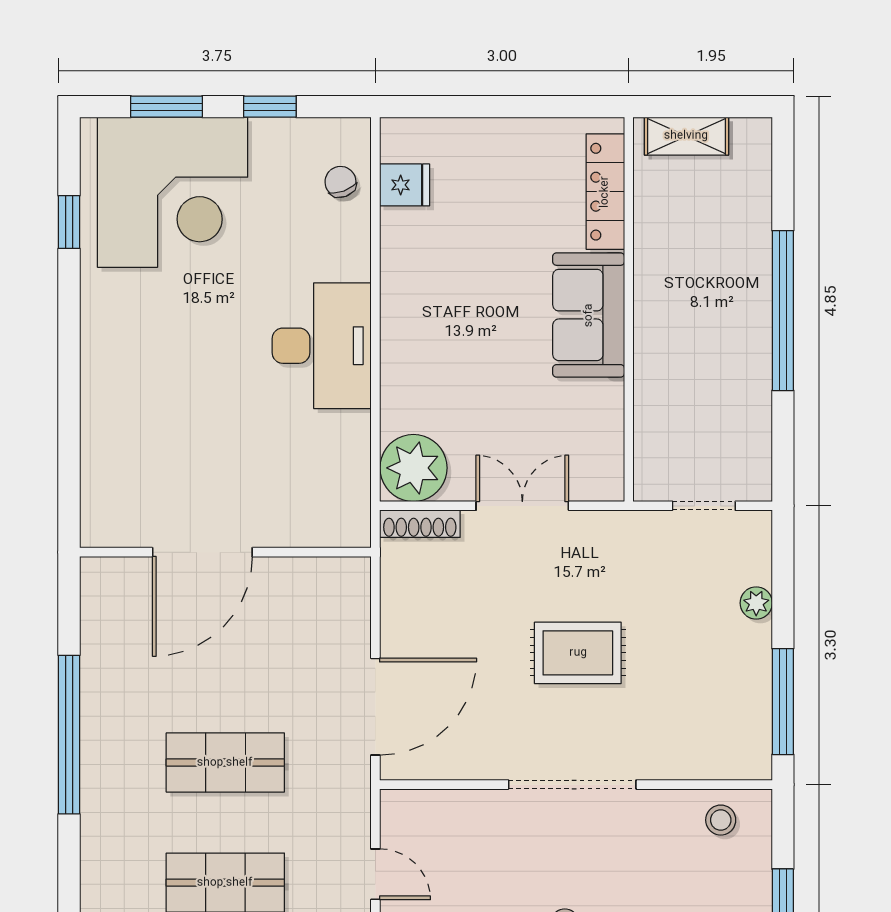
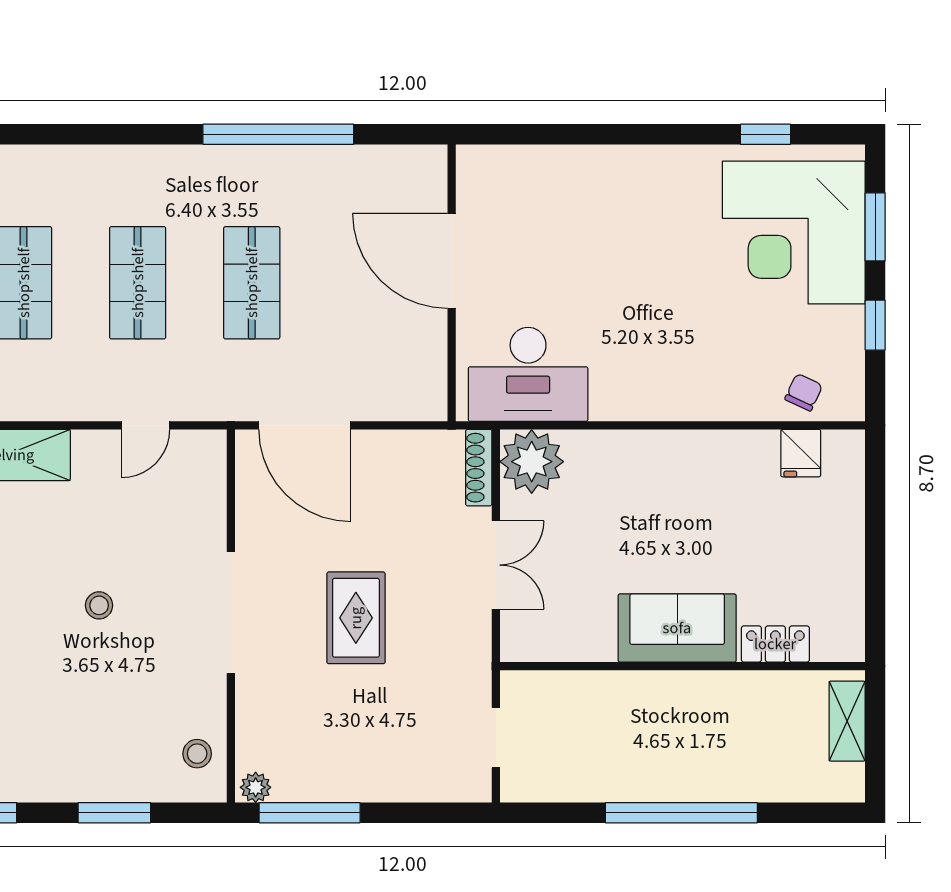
chair: (340, 182) -> (804, 392), turned -45
locker: (605, 192) -> (775, 644), width x0.66
desk: (322, 346) -> (528, 374), moved
plant: (756, 603) -> (256, 787), moved

